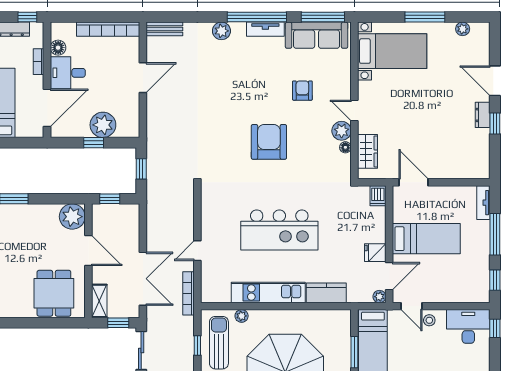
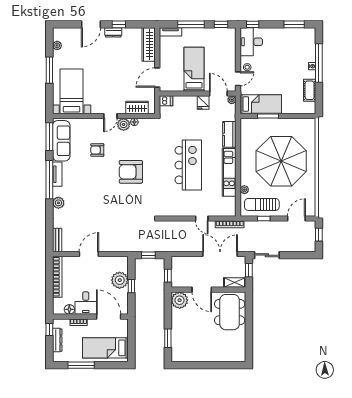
door: (143, 78) -> (89, 254), hinge flipped
wardrobe: (464, 169) -> (149, 45), added
door: (88, 251) -> (202, 290), swing flipped
dining table: (54, 293) -> (230, 312), width x1.38

